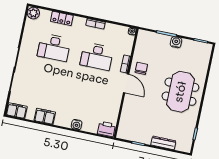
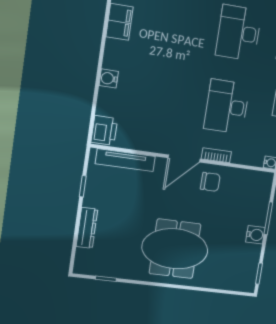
tv unit: (125, 118) -> (125, 160), added

